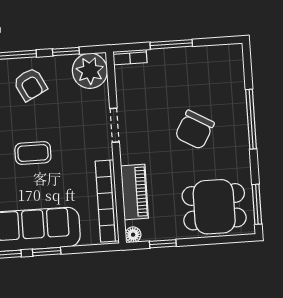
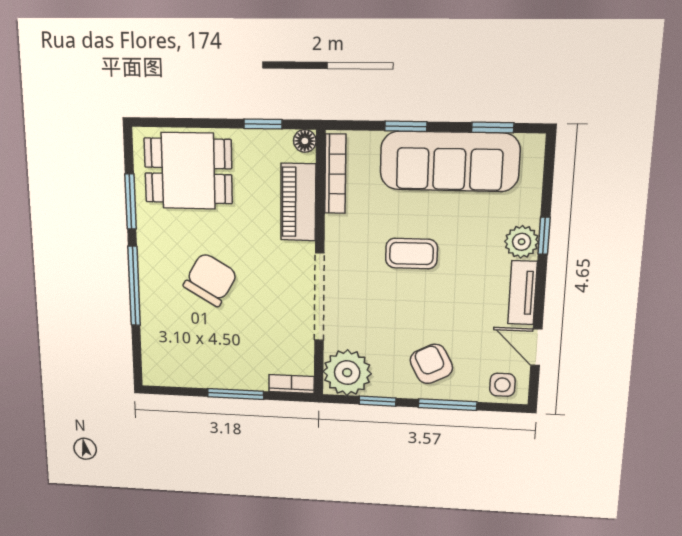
doorway: (115, 125) -> (319, 297), width x1.88
coffee table: (33, 153) -> (411, 254), moved
bookcase: (107, 201) -> (335, 174), width x0.68, depth x0.76
window: (257, 204) -> (131, 201), moved
window: (47, 252) -> (406, 126), moved

